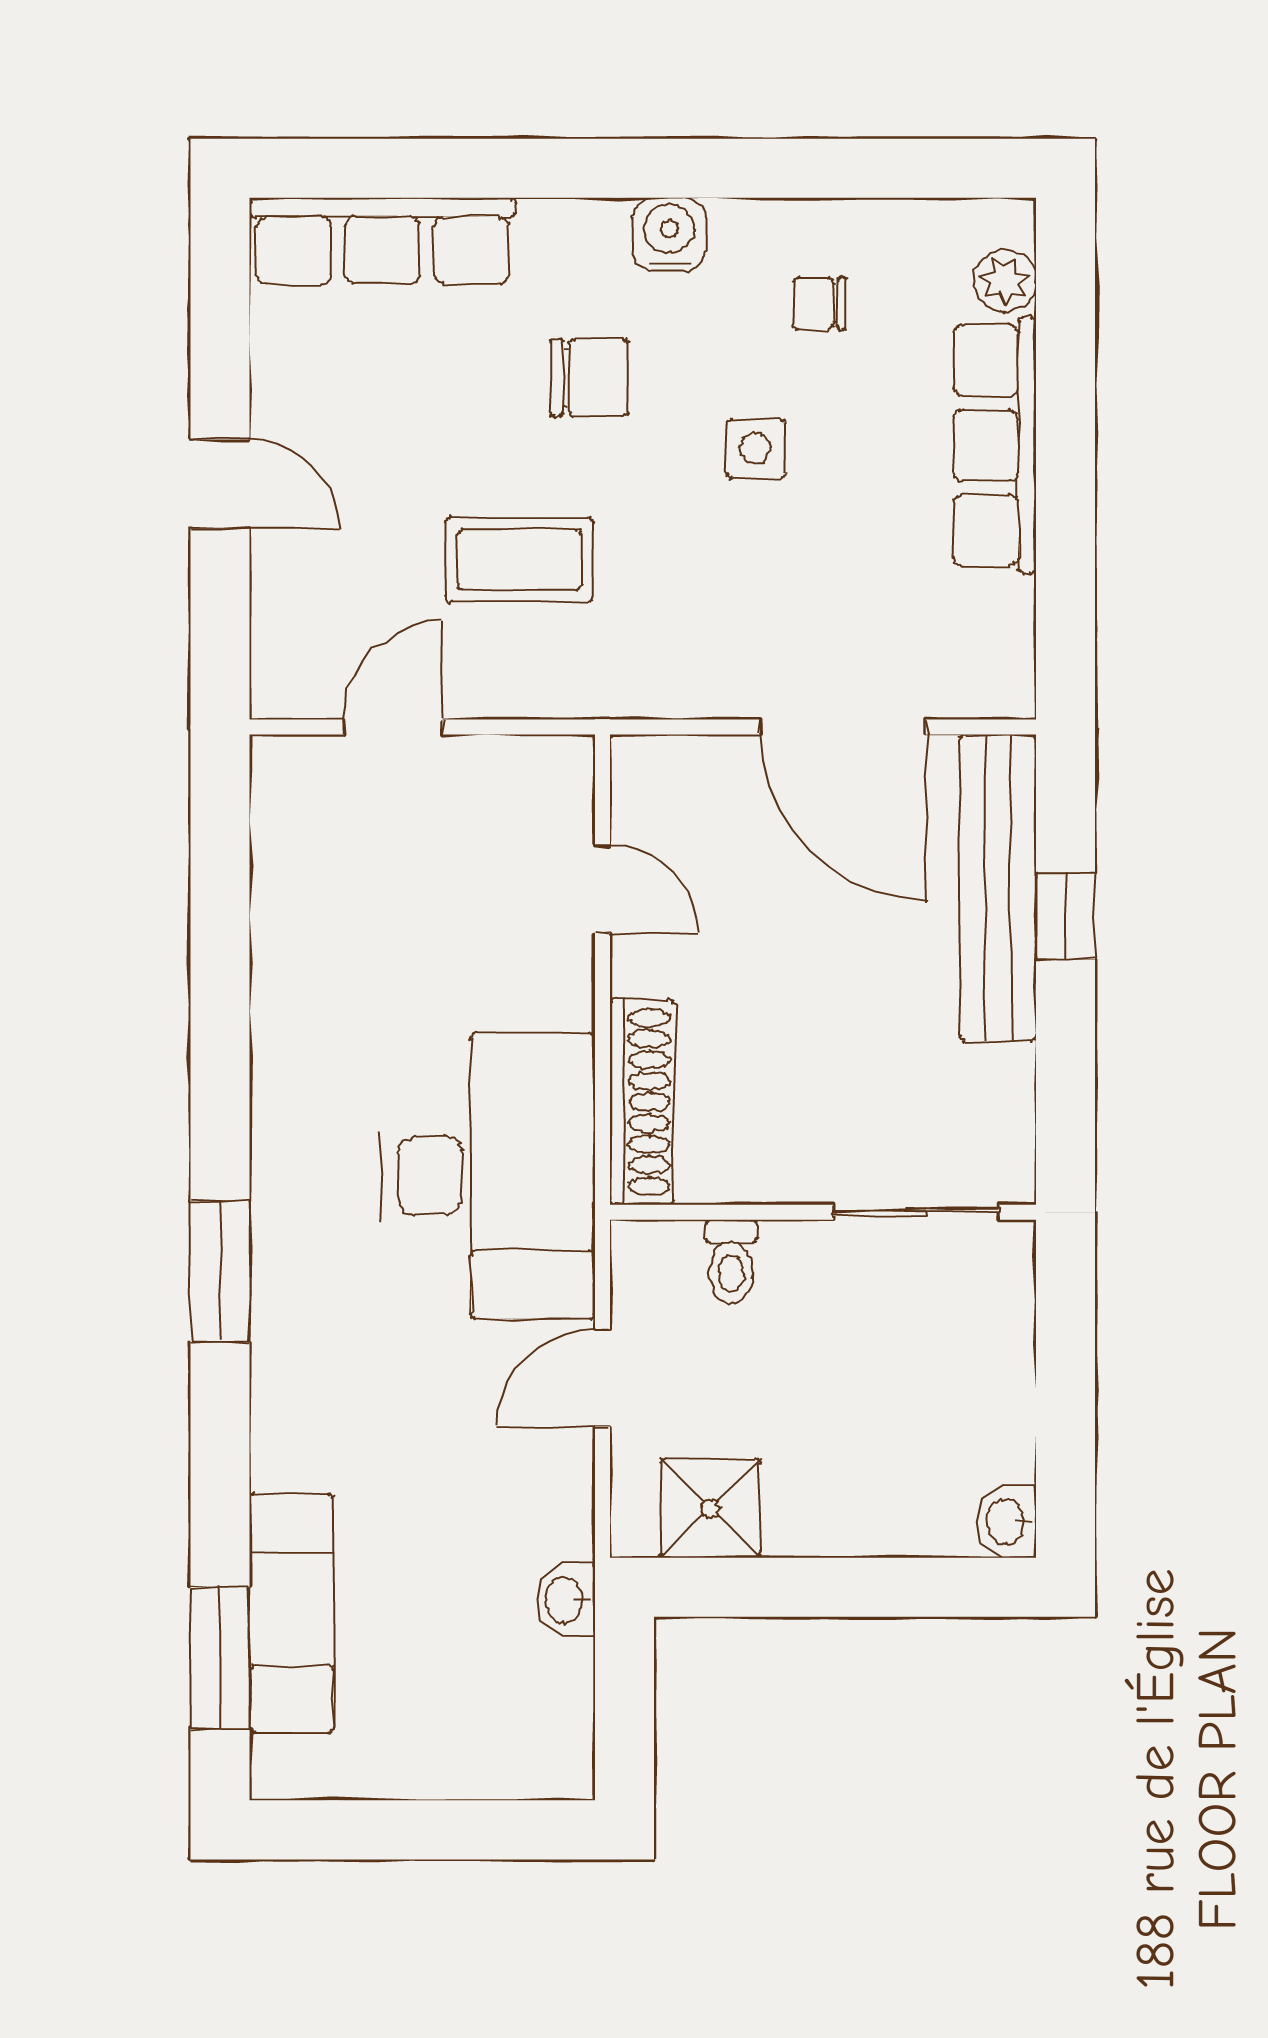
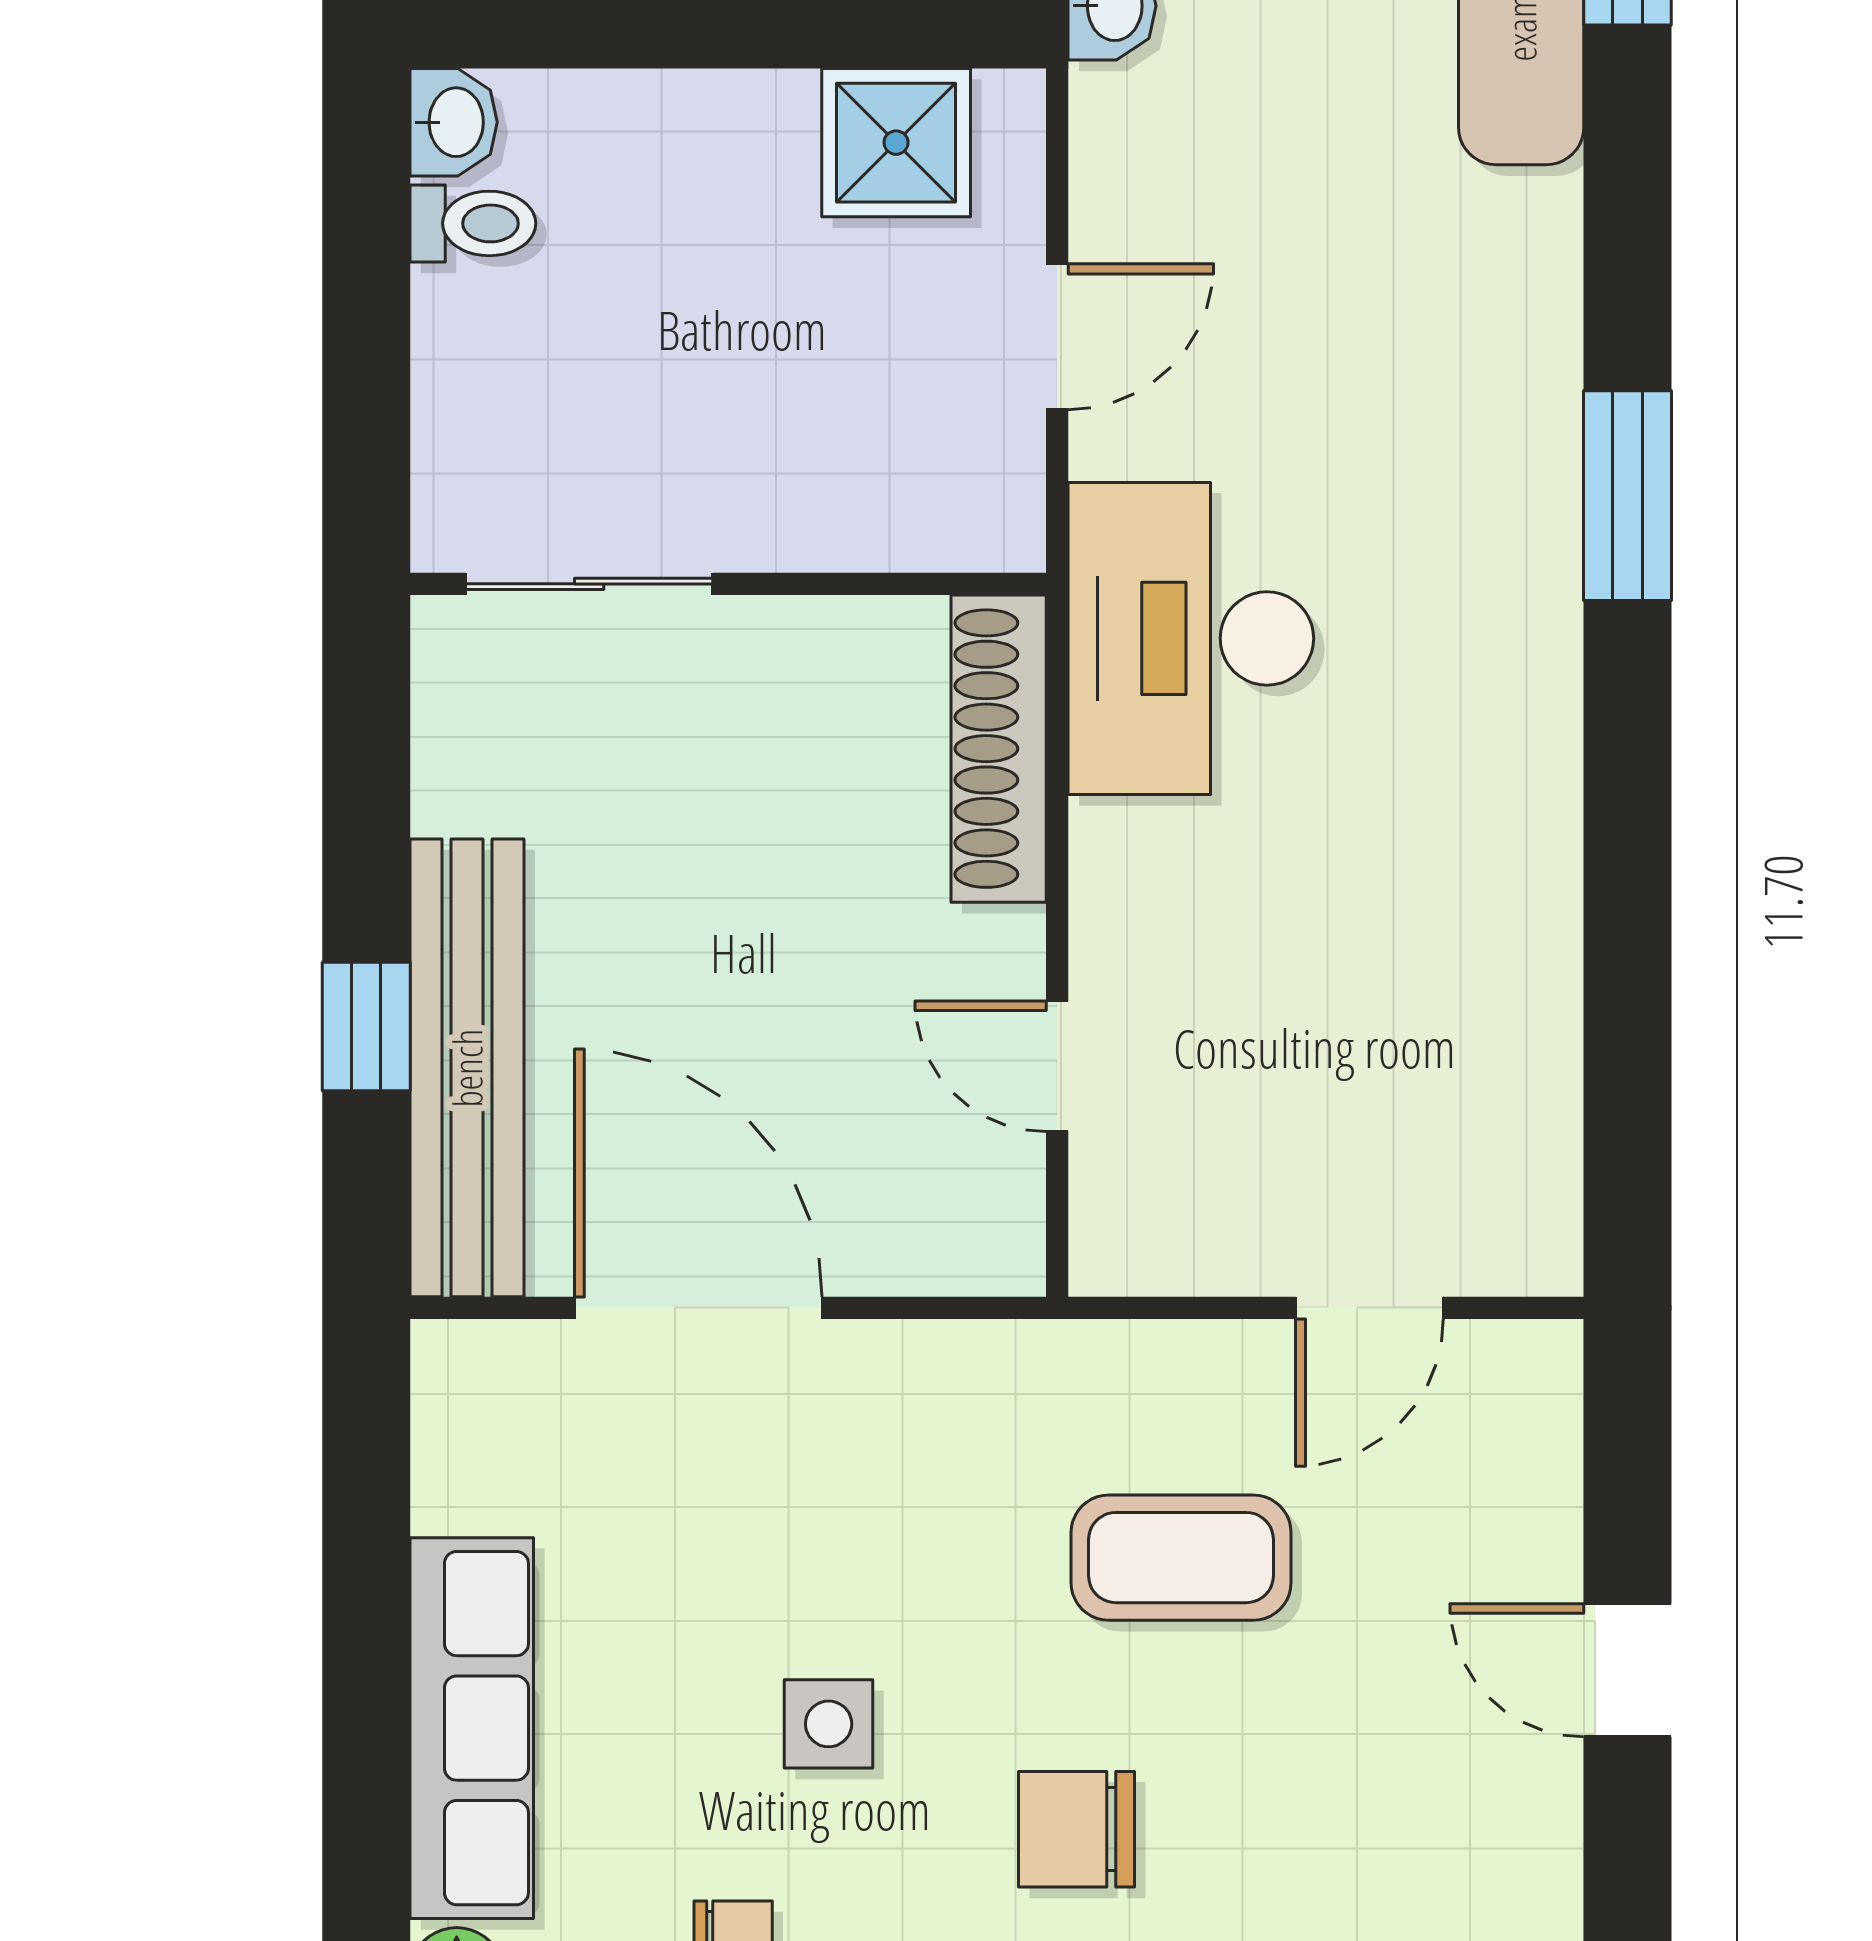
desk: (488, 1176) -> (1191, 638), width x0.73, depth x0.77
toilet: (731, 1262) -> (473, 223), moved, turned 90

